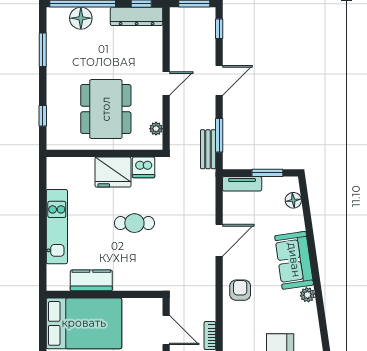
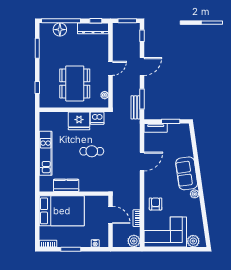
floor lamp: (293, 200) -> (186, 138), removed
armchair: (240, 290) -> (156, 204), moved

